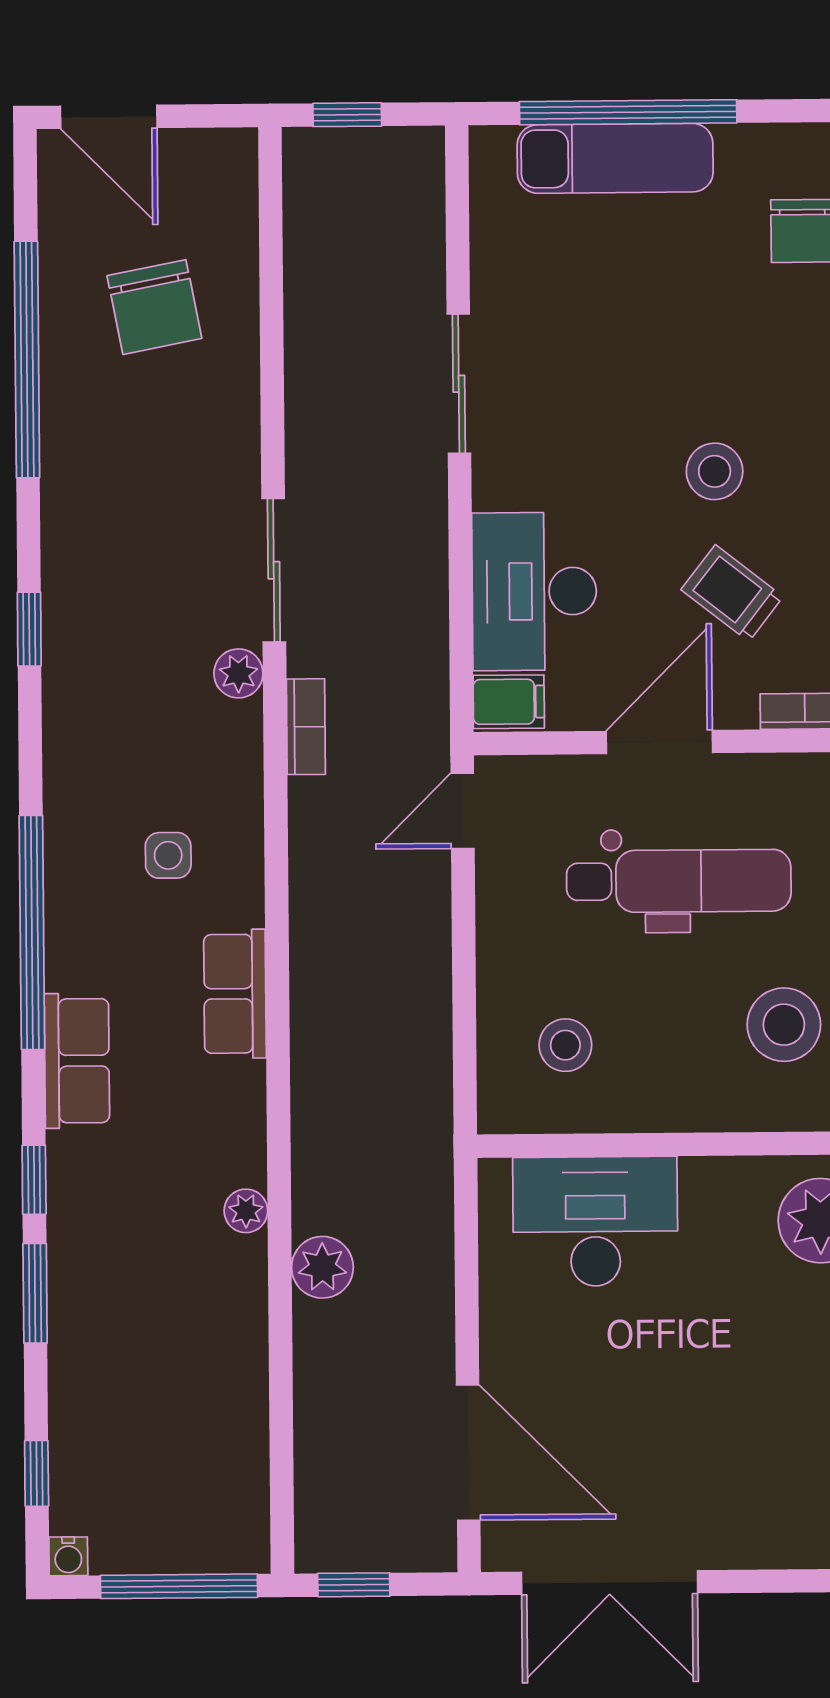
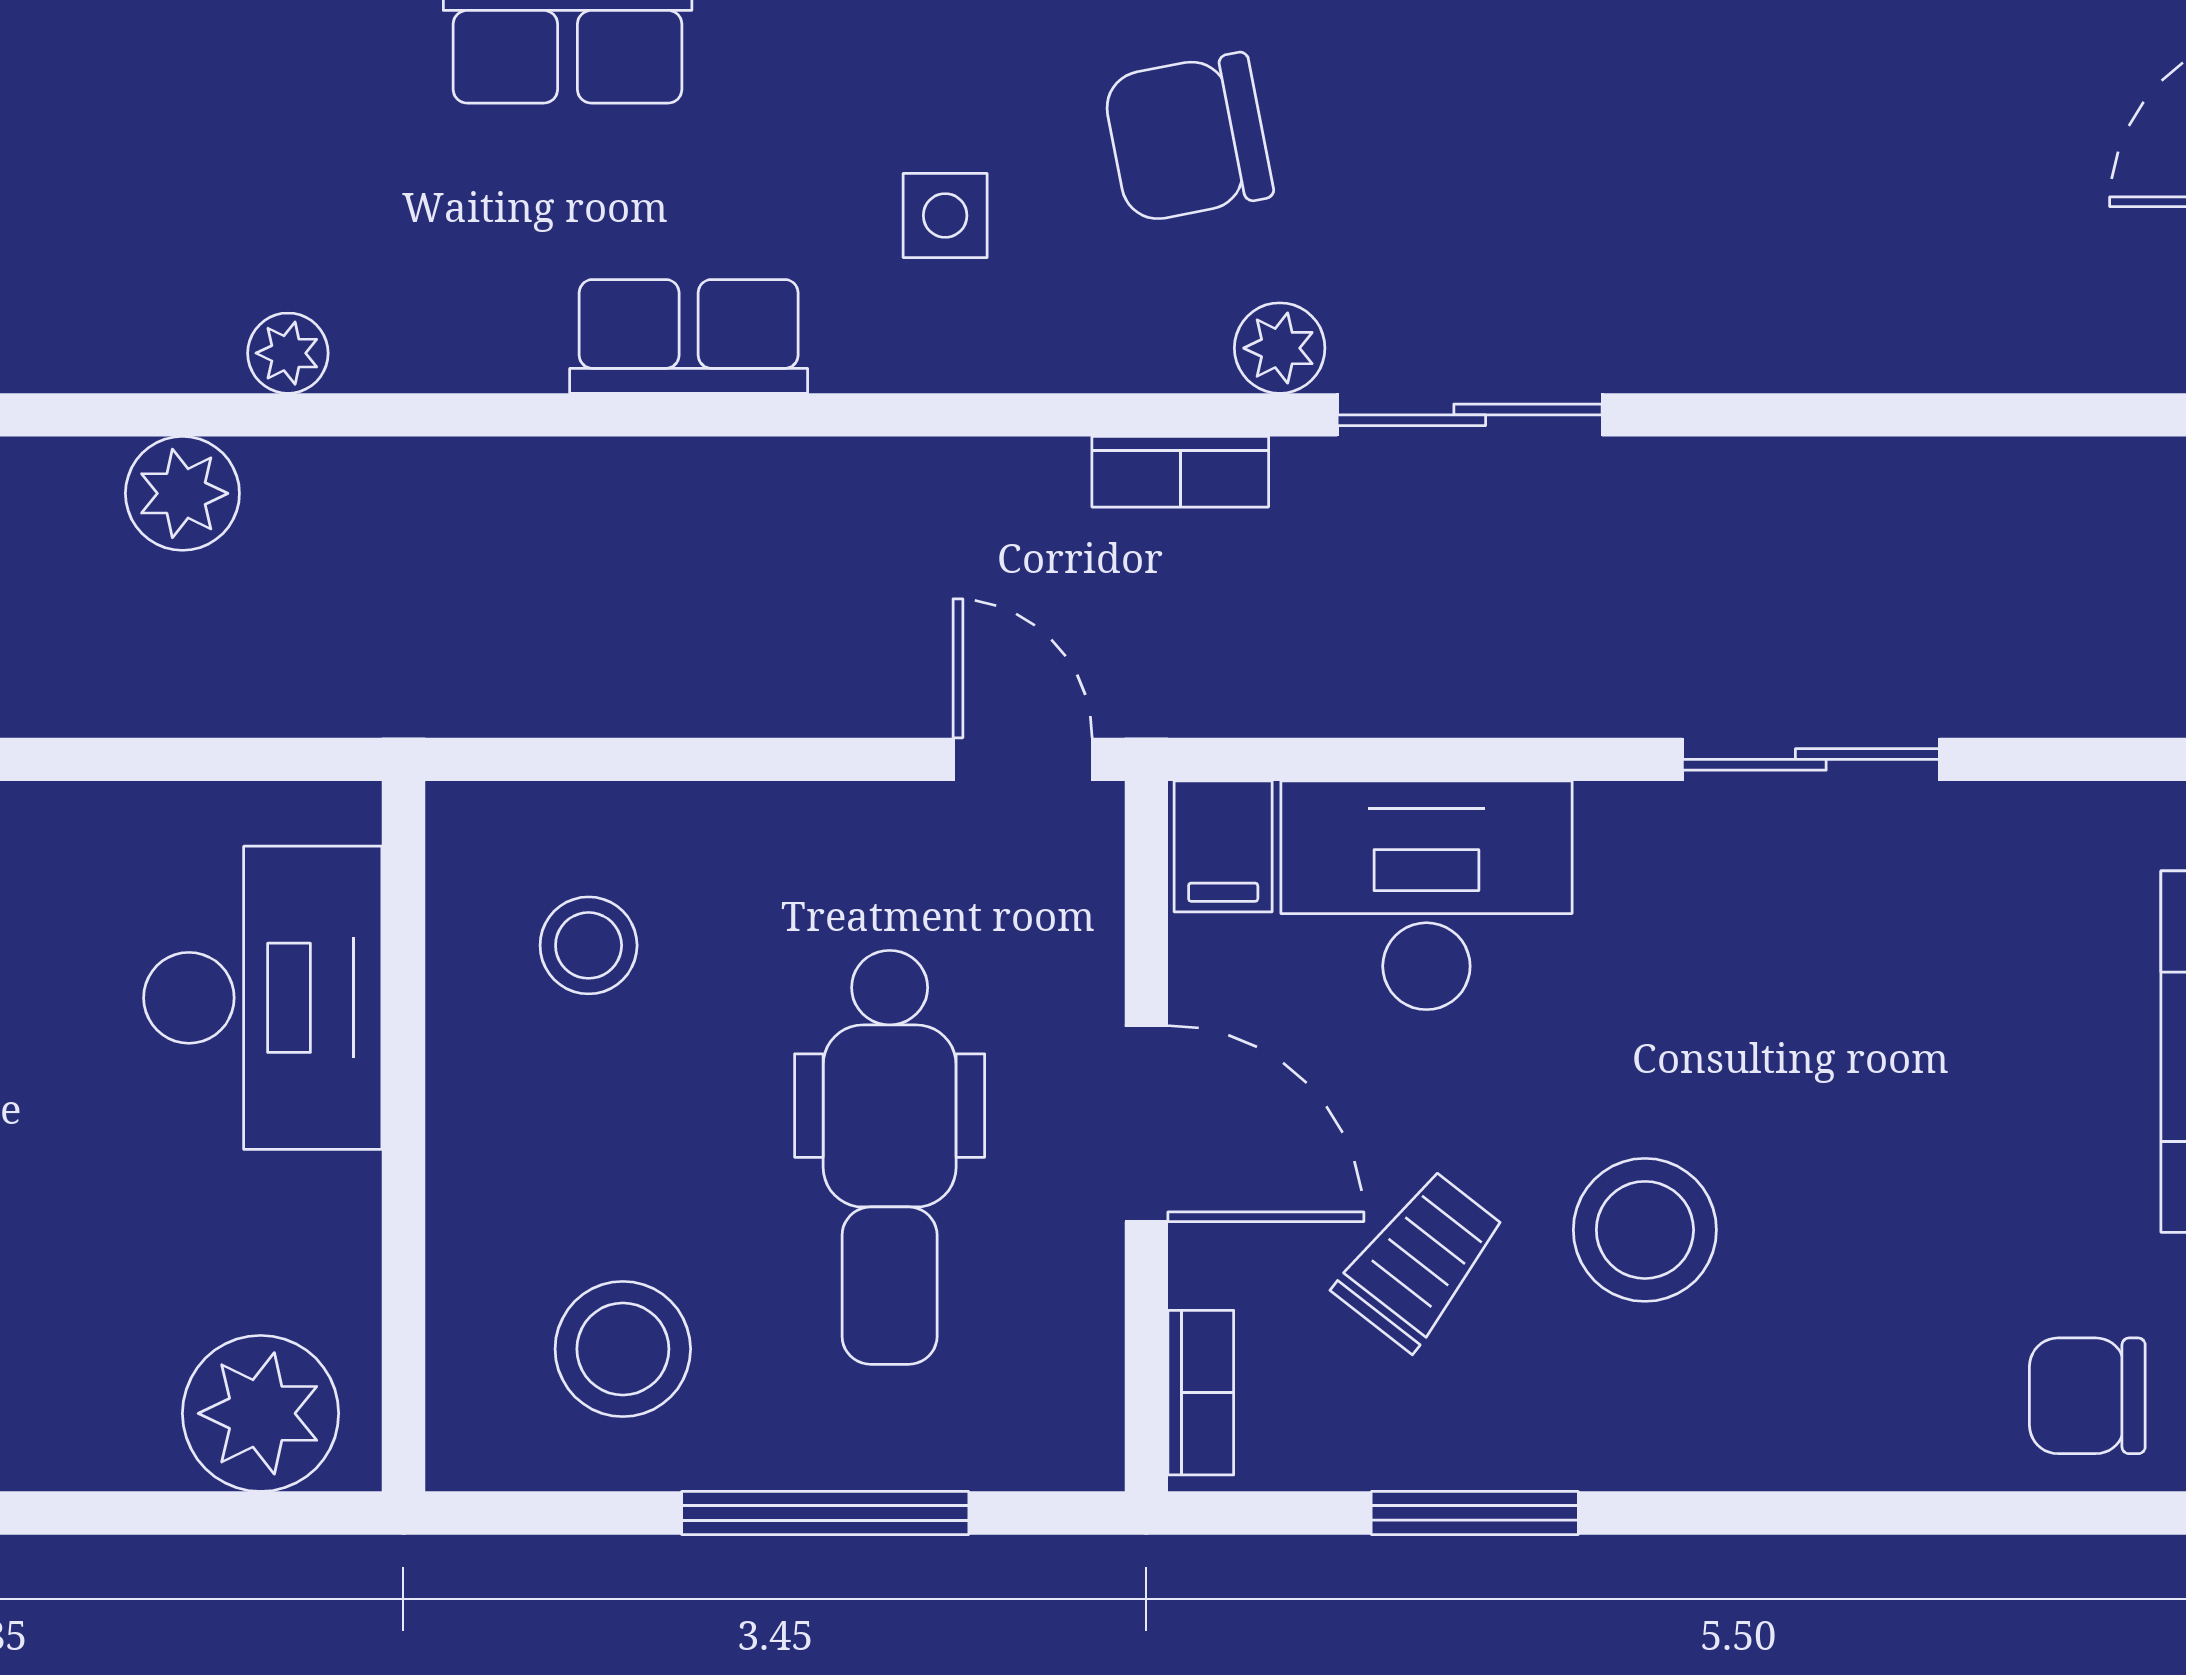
chair: (154, 307) -> (1188, 138), moved
stool: (715, 471) -> (1645, 1230), width x1.38, depth x1.38

